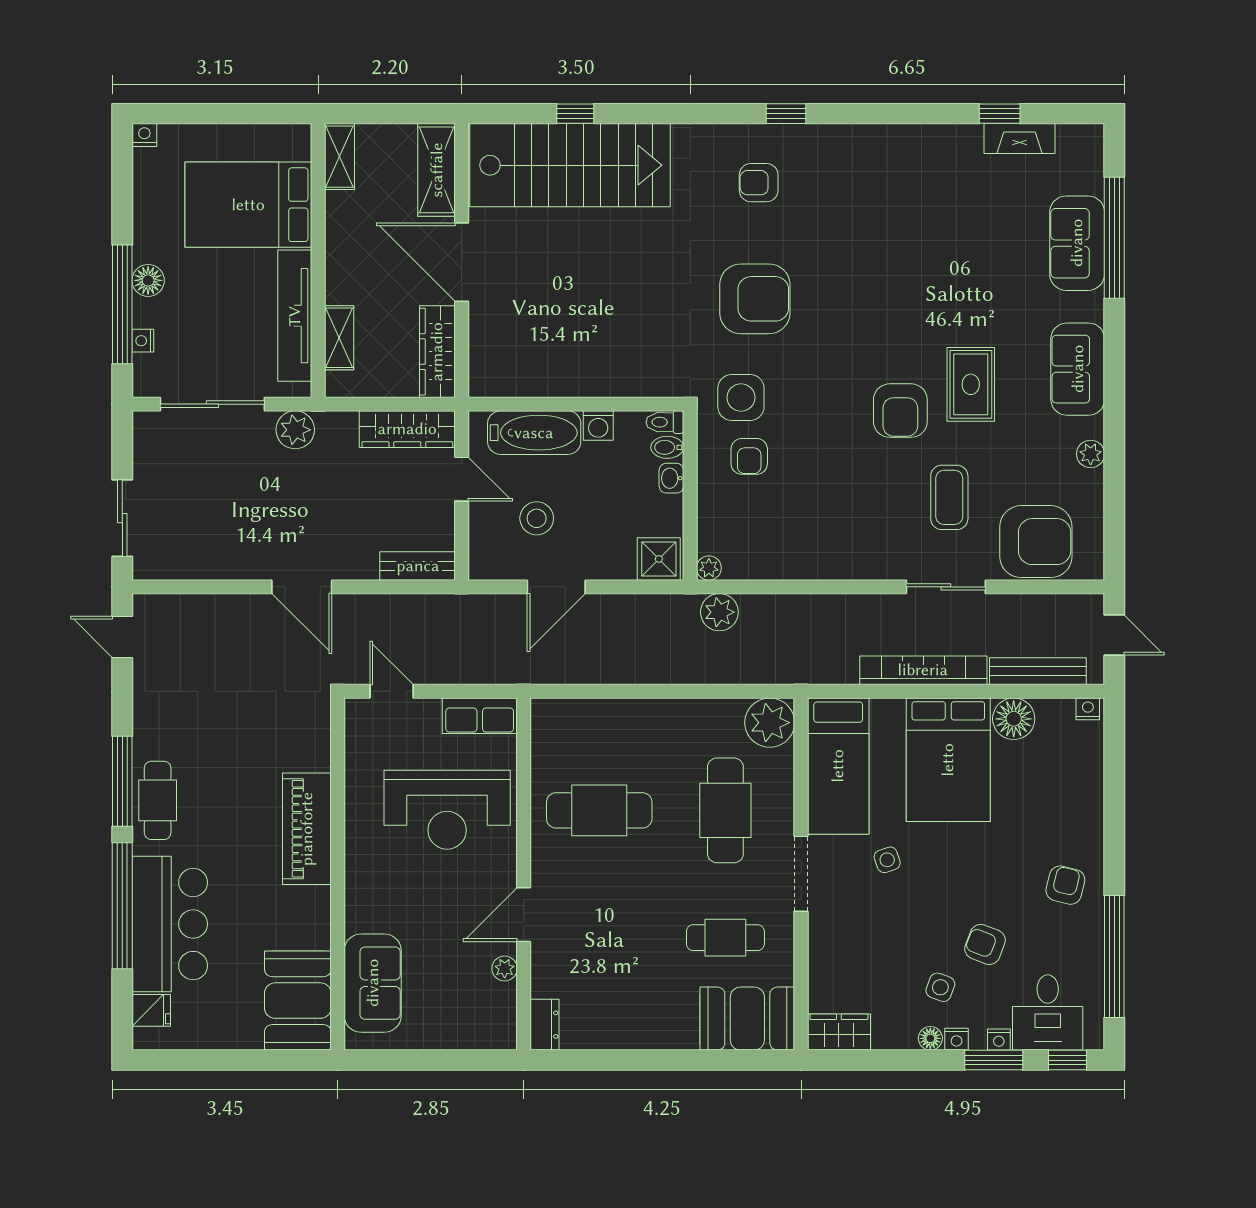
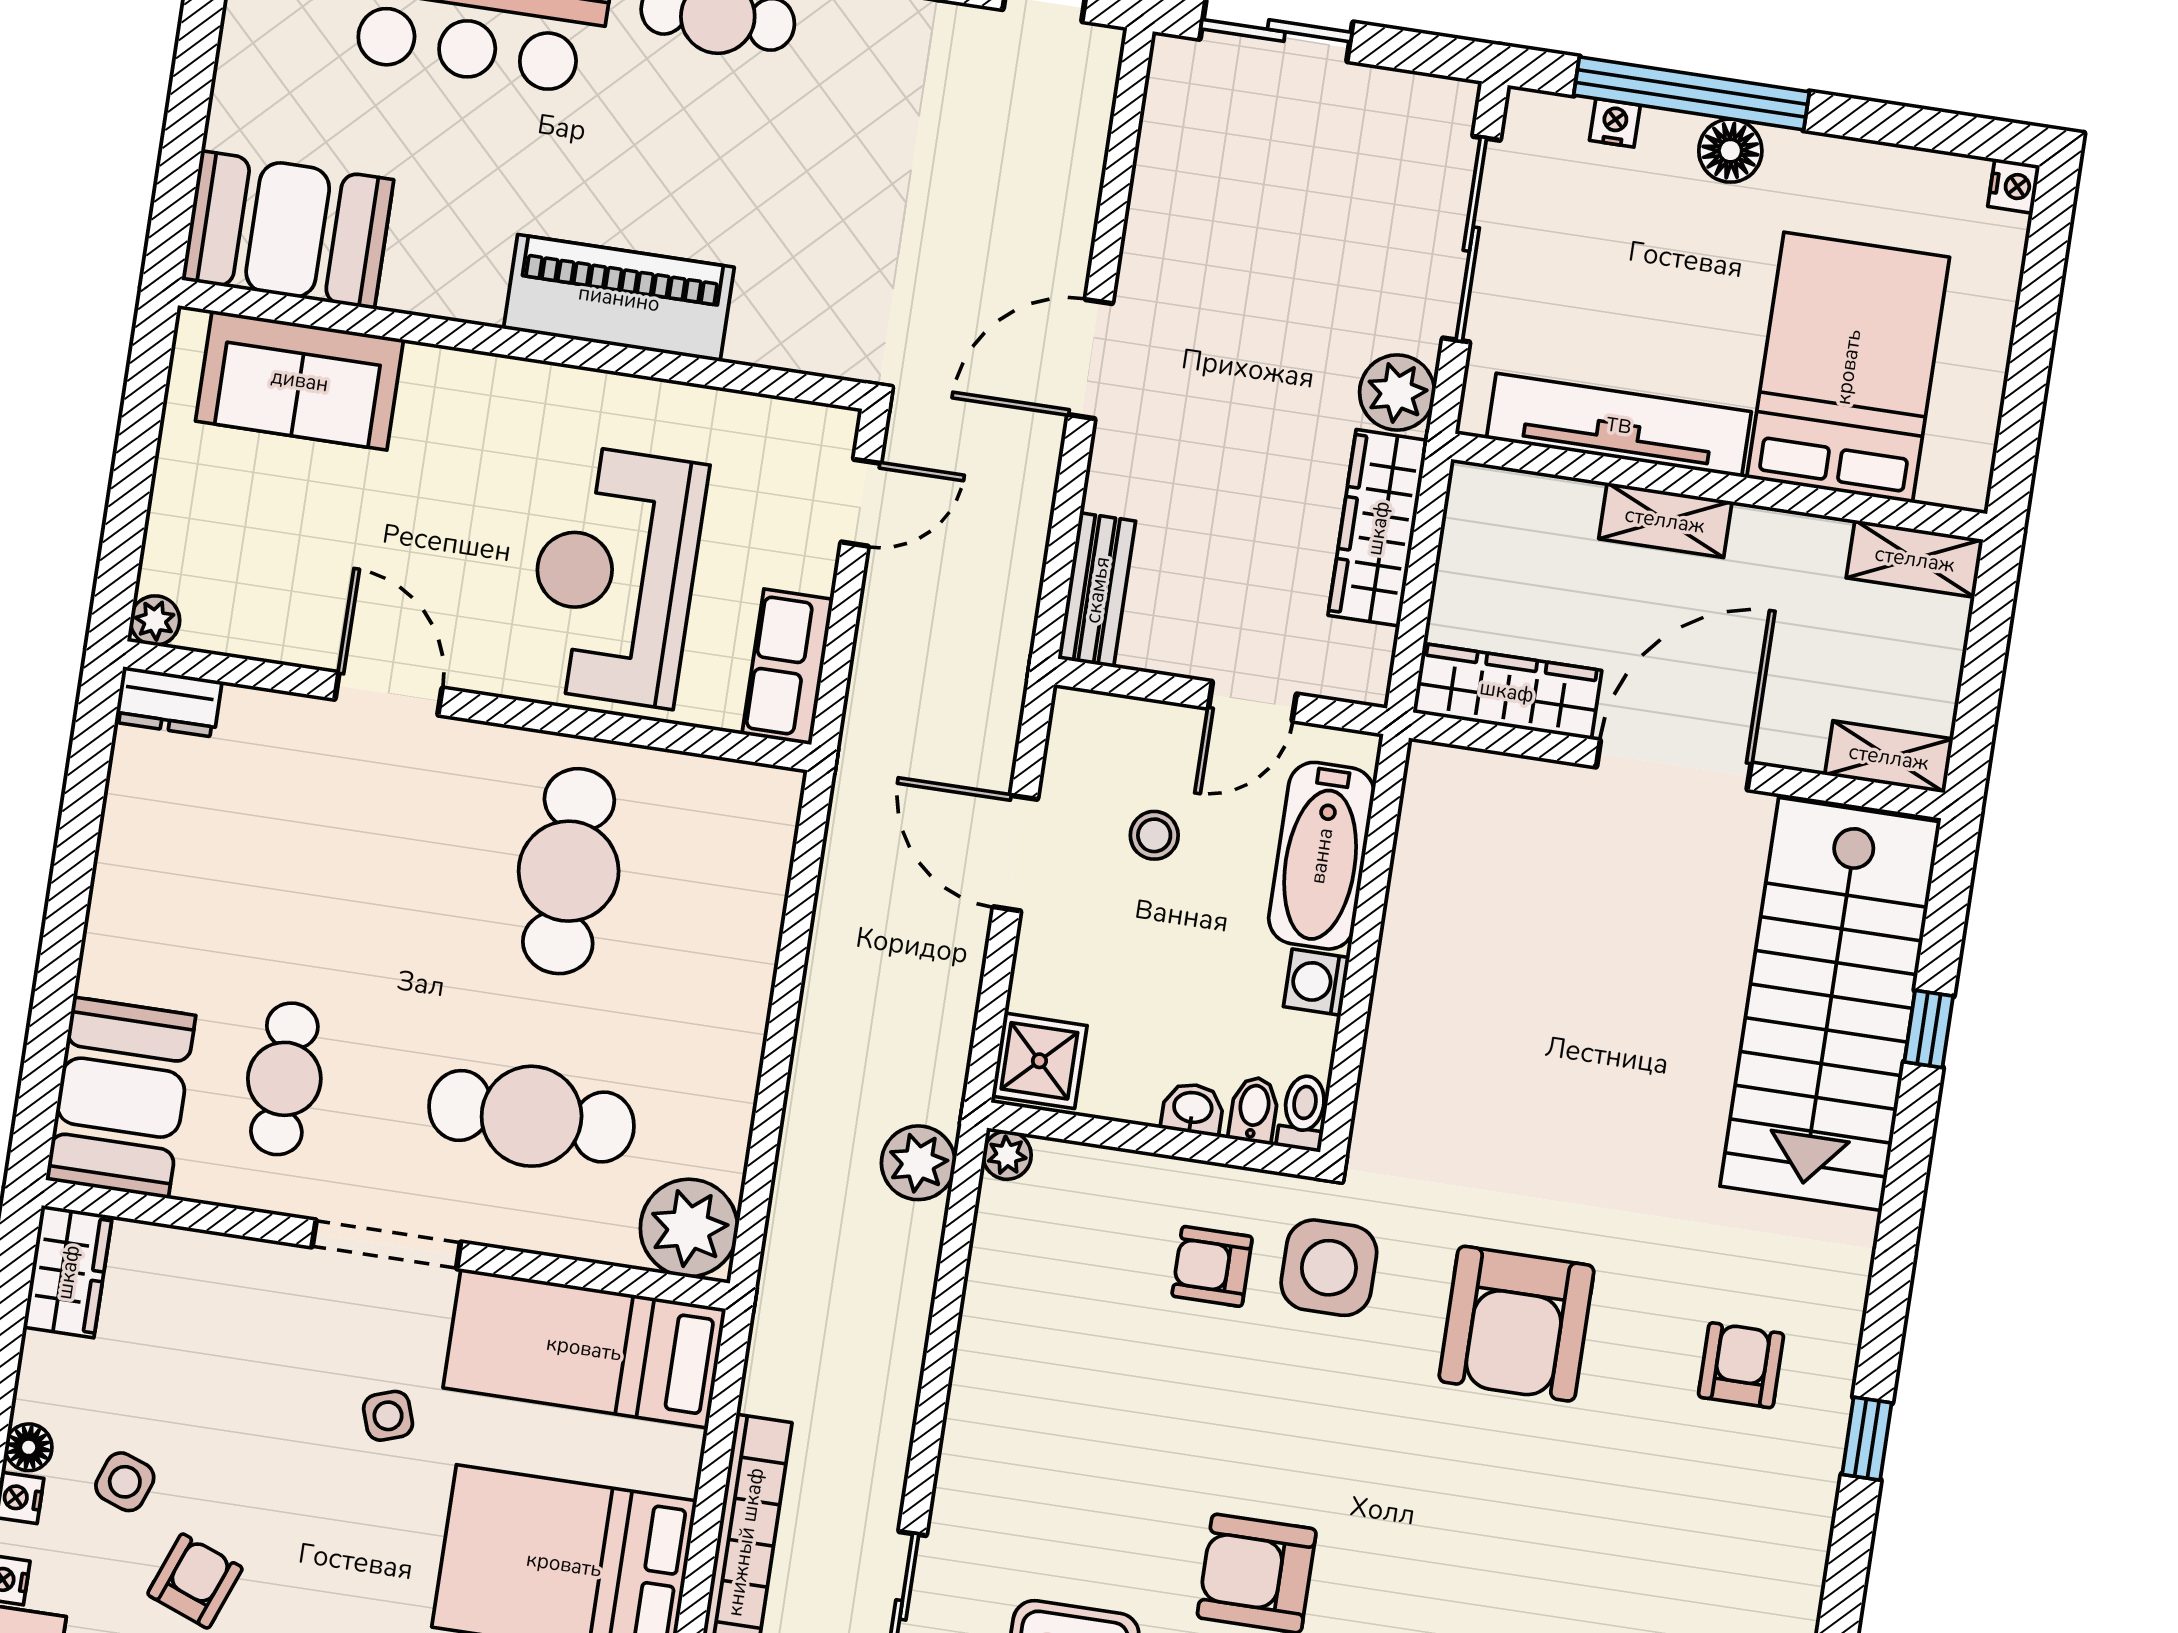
shelving: (437, 170) -> (1889, 757), width x0.67, depth x0.75
shelving: (339, 338) -> (1665, 520), moved
wardrobe: (407, 429) -> (1378, 528), moved
stool: (537, 518) -> (1154, 835), width x0.73, depth x0.73
plant: (505, 968) -> (155, 620), moved

